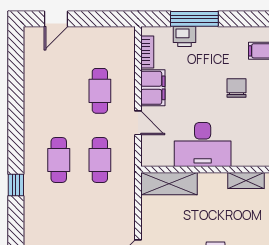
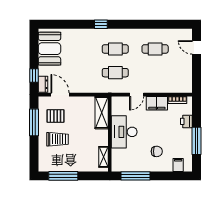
window: (194, 19) -> (197, 141), moved
cafe table: (100, 91) -> (155, 49), moved

